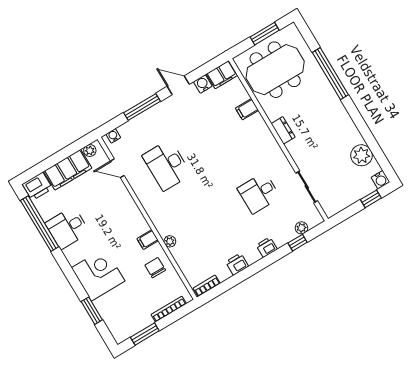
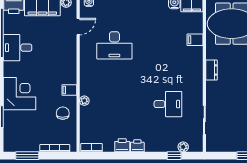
desk: (167, 165) -> (114, 45), turned -90
door: (117, 168) -> (78, 27), swing flipped
desk: (259, 193) -> (168, 104), turned 180
printer: (267, 247) -> (137, 146), moved

